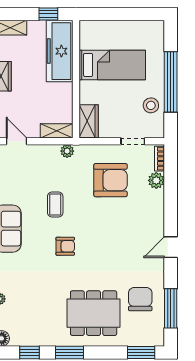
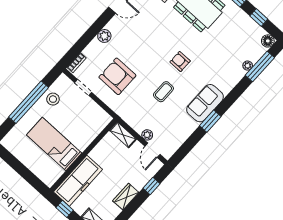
wardrobe: (89, 121) -> (99, 123), removed
plant: (67, 151) -> (147, 135), moved
plant: (156, 180) -> (104, 36), moved

